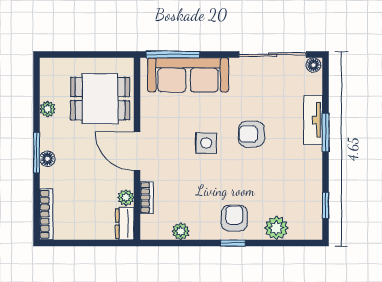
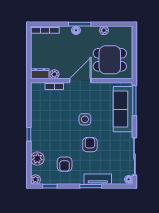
dining table: (100, 99) -> (110, 60), turned 90
armchair: (234, 218) -> (65, 164), moved, turned 90
plant: (181, 231) -> (35, 180), moved

